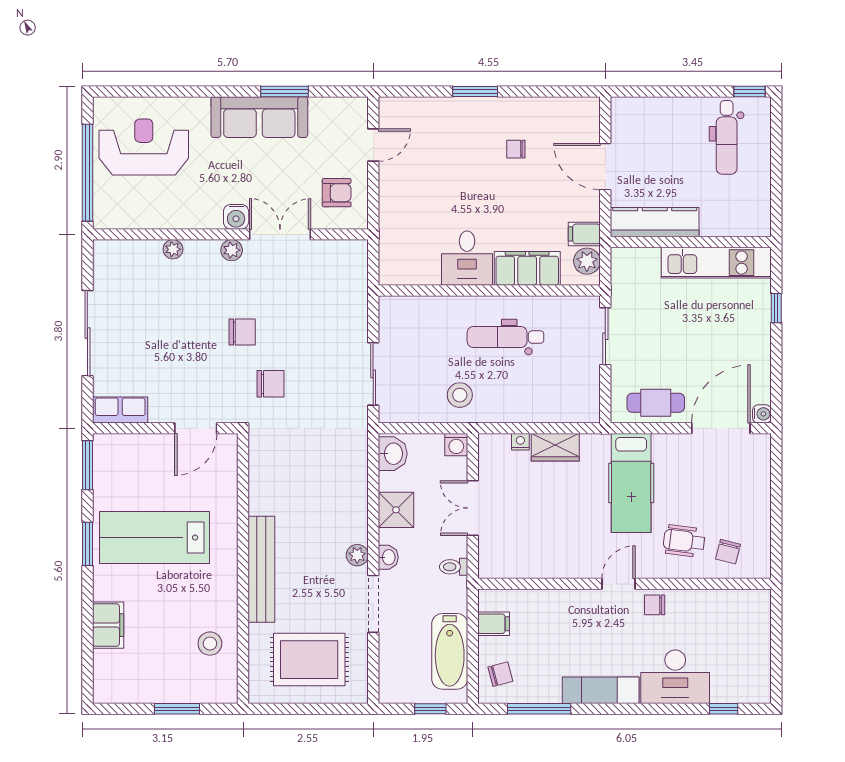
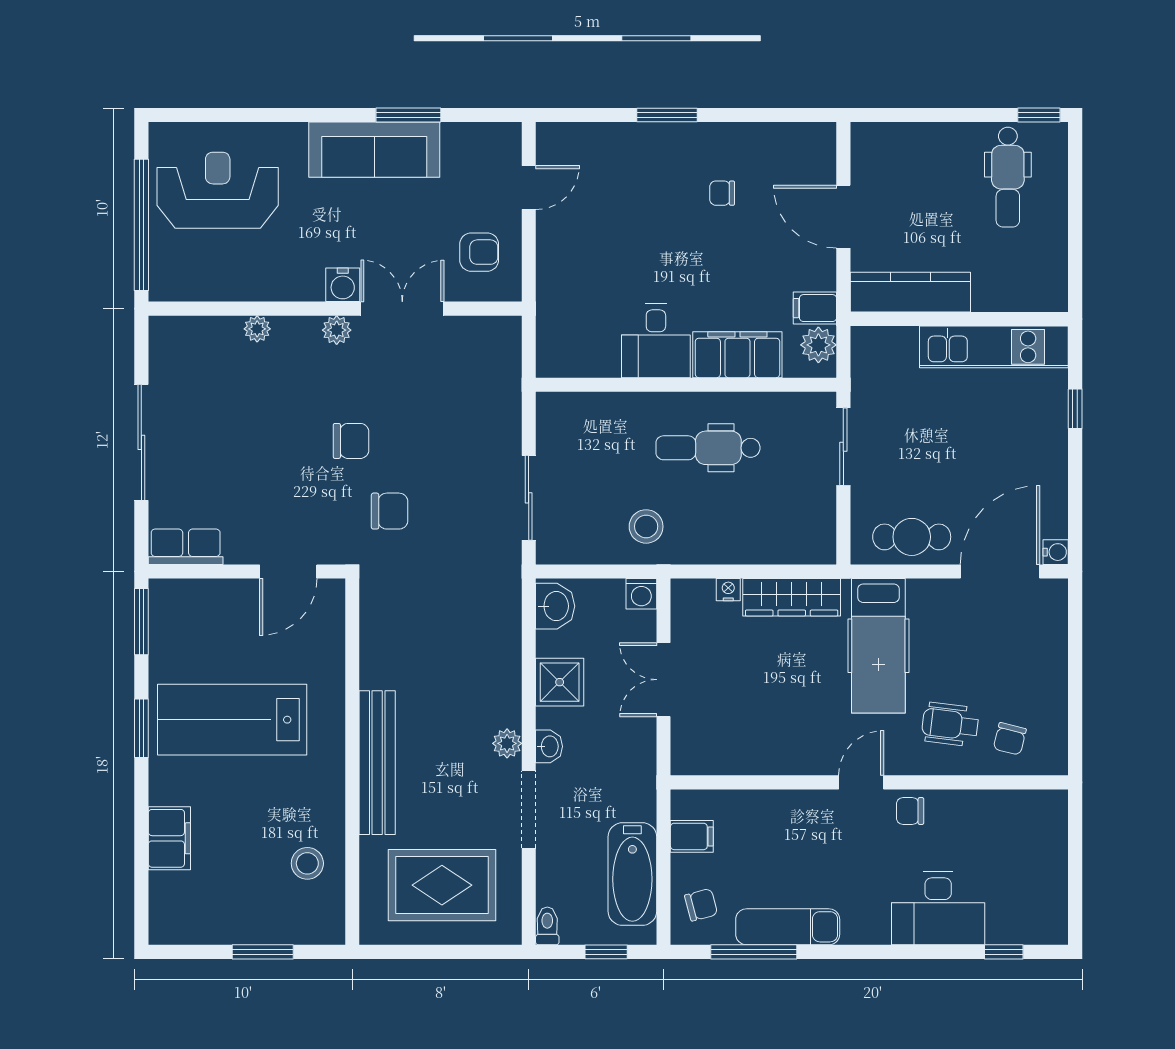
wardrobe: (555, 447) -> (792, 597), width x1.50
toilet: (454, 567) -> (547, 926), moved, turned 90
exam couch: (601, 690) -> (788, 927), moved

